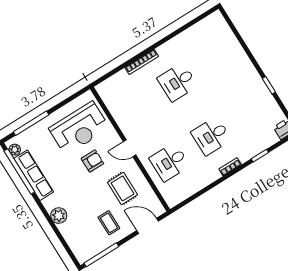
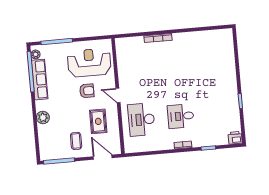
desk: (177, 82) -> (176, 65), removed
reception desk: (79, 128) -> (89, 63), turned 180
desk: (169, 162) -> (141, 120), width x1.37

